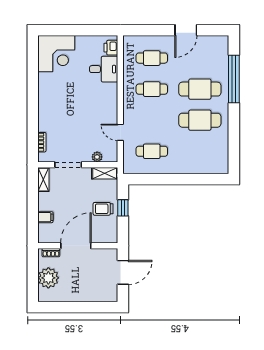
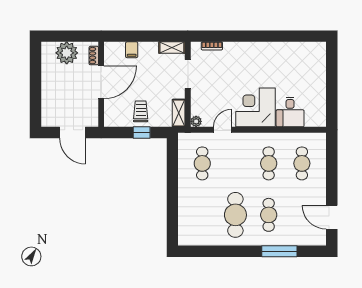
door: (186, 30) -> (332, 217), moved
printer: (111, 48) -> (313, 120), removed
corner desk: (56, 54) -> (256, 107), moved, turned 90
window: (234, 79) -> (279, 251), width x0.68
cafe table: (200, 89) -> (269, 215), width x0.73, depth x0.74
plant: (97, 157) -> (196, 121), moved
door: (76, 246) -> (101, 82), hinge flipped

